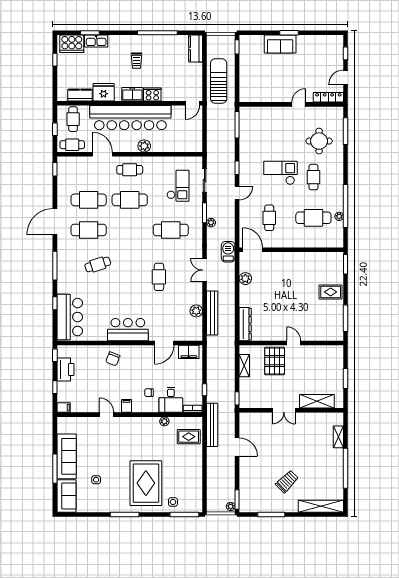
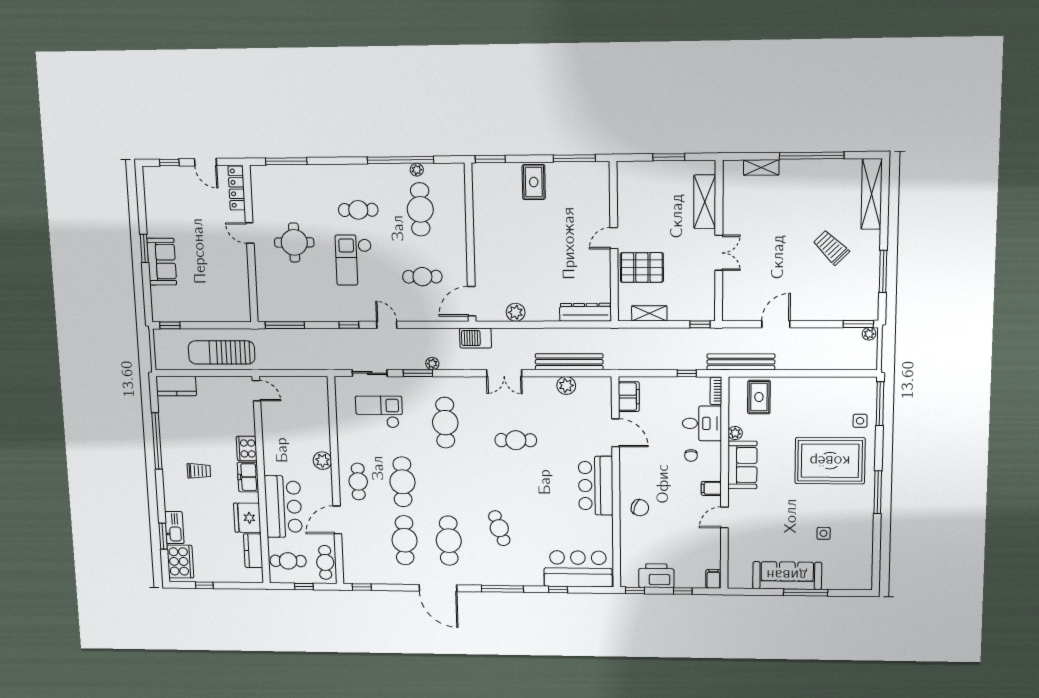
bar counter: (130, 118) -> (283, 507), width x0.54
round table: (319, 141) -> (294, 242), moved
sofa: (66, 496) -> (742, 465), moved, turned 90

